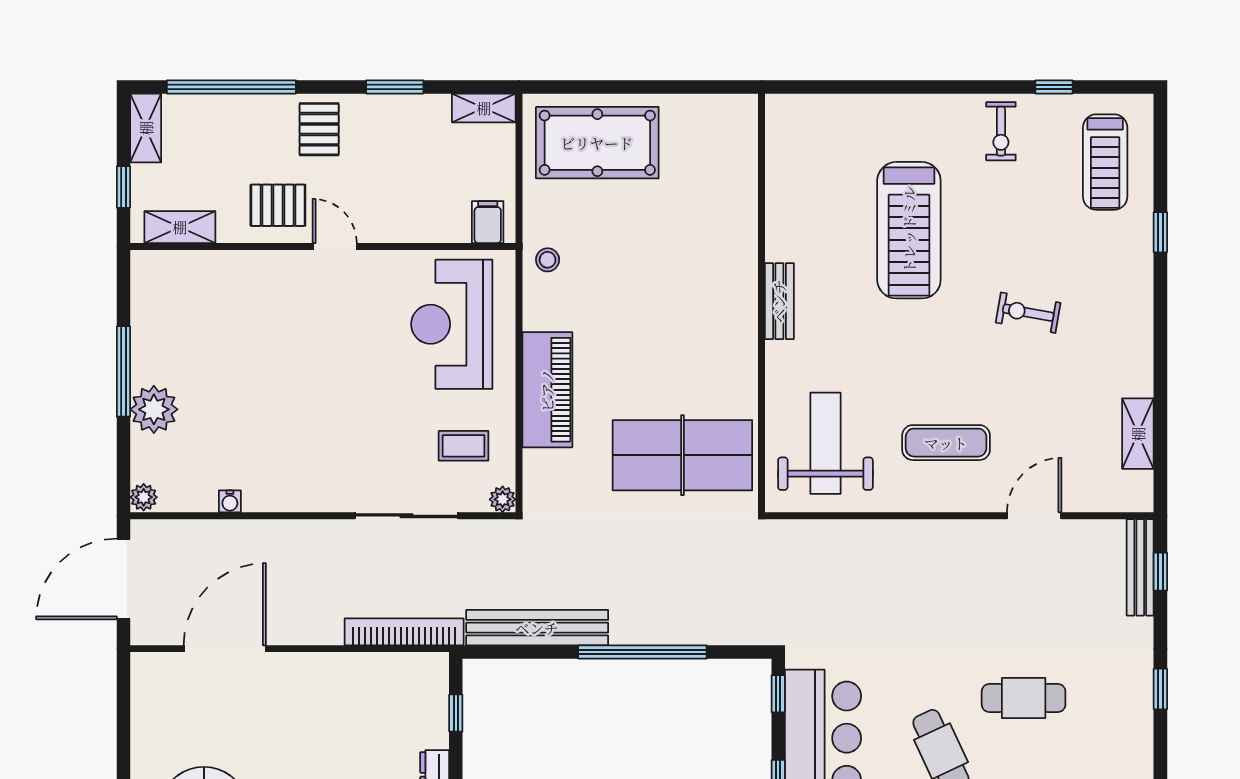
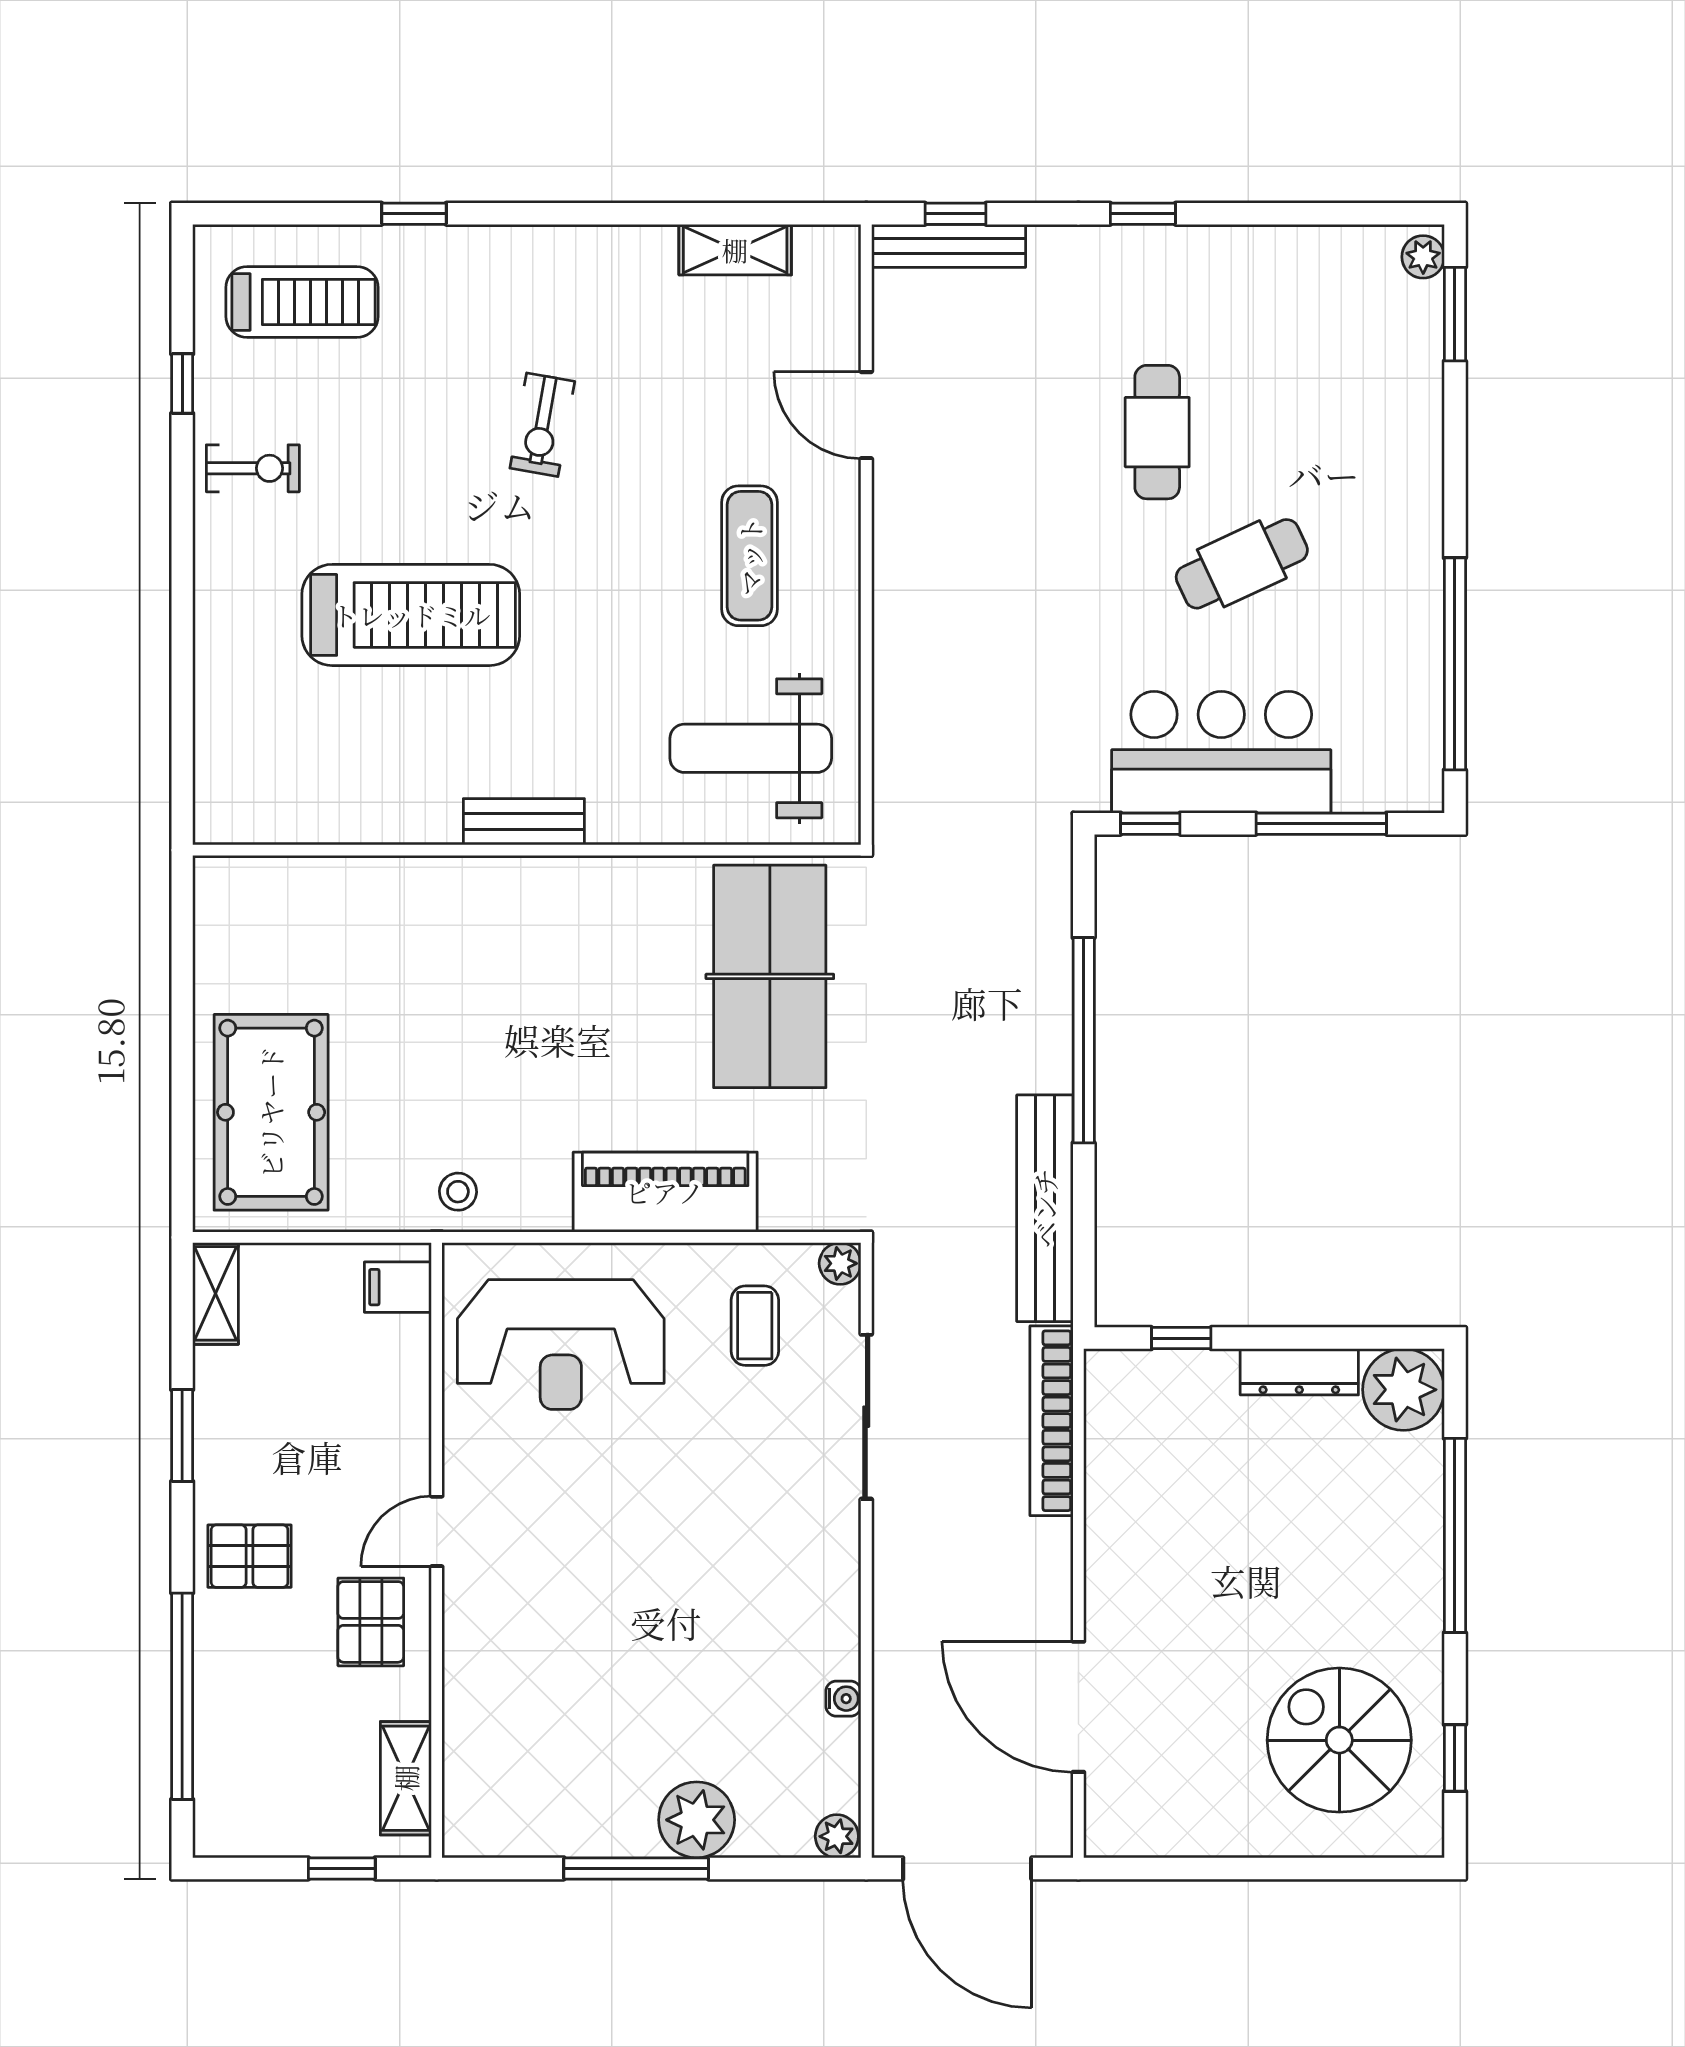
shelving: (146, 128) -> (248, 1833), removed

